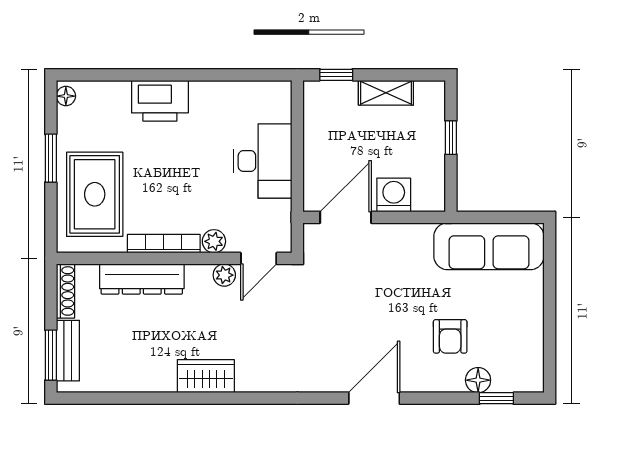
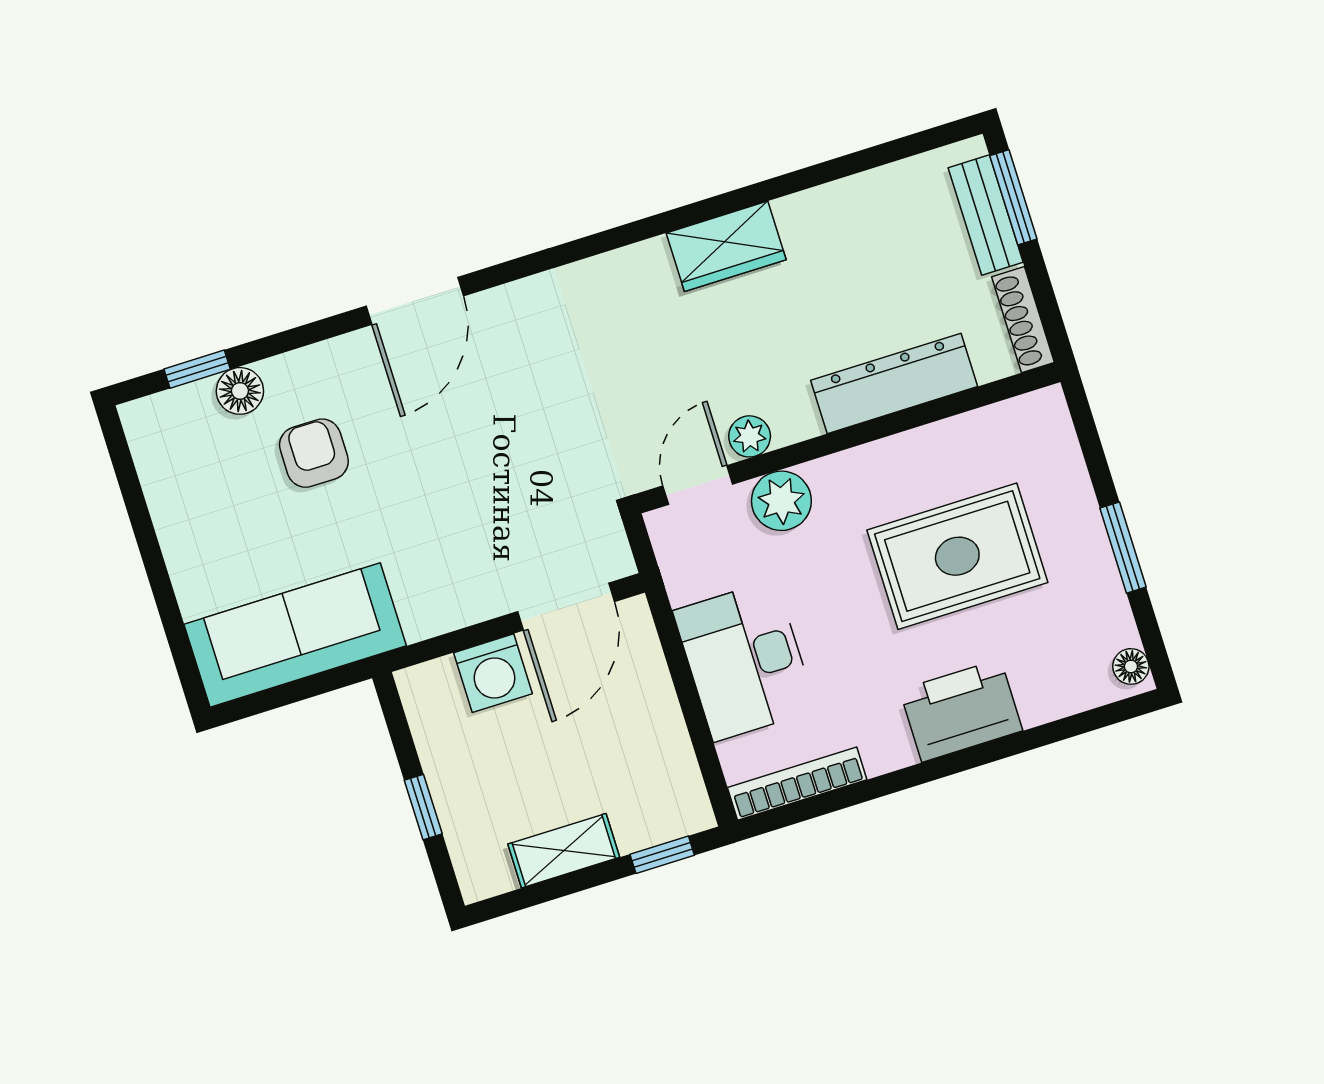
rug: (95, 194) -> (957, 556), moved, turned 90
plant: (214, 241) -> (781, 501), width x1.38, depth x1.38
bookcase: (164, 244) -> (797, 784), moved, turned 180

